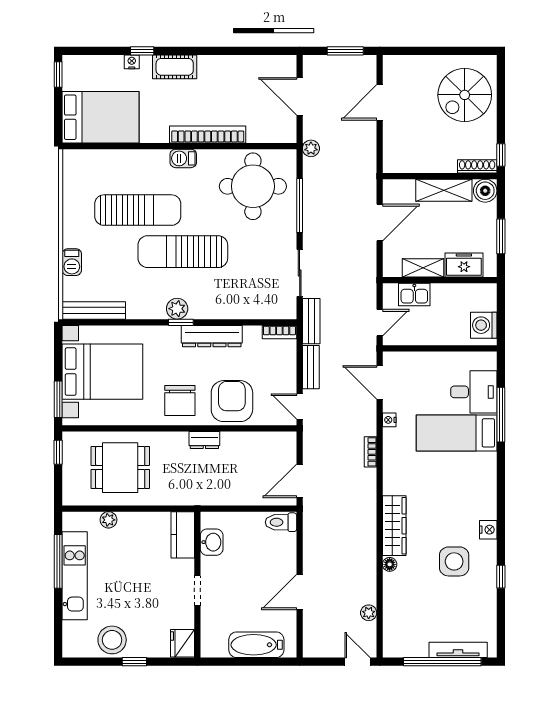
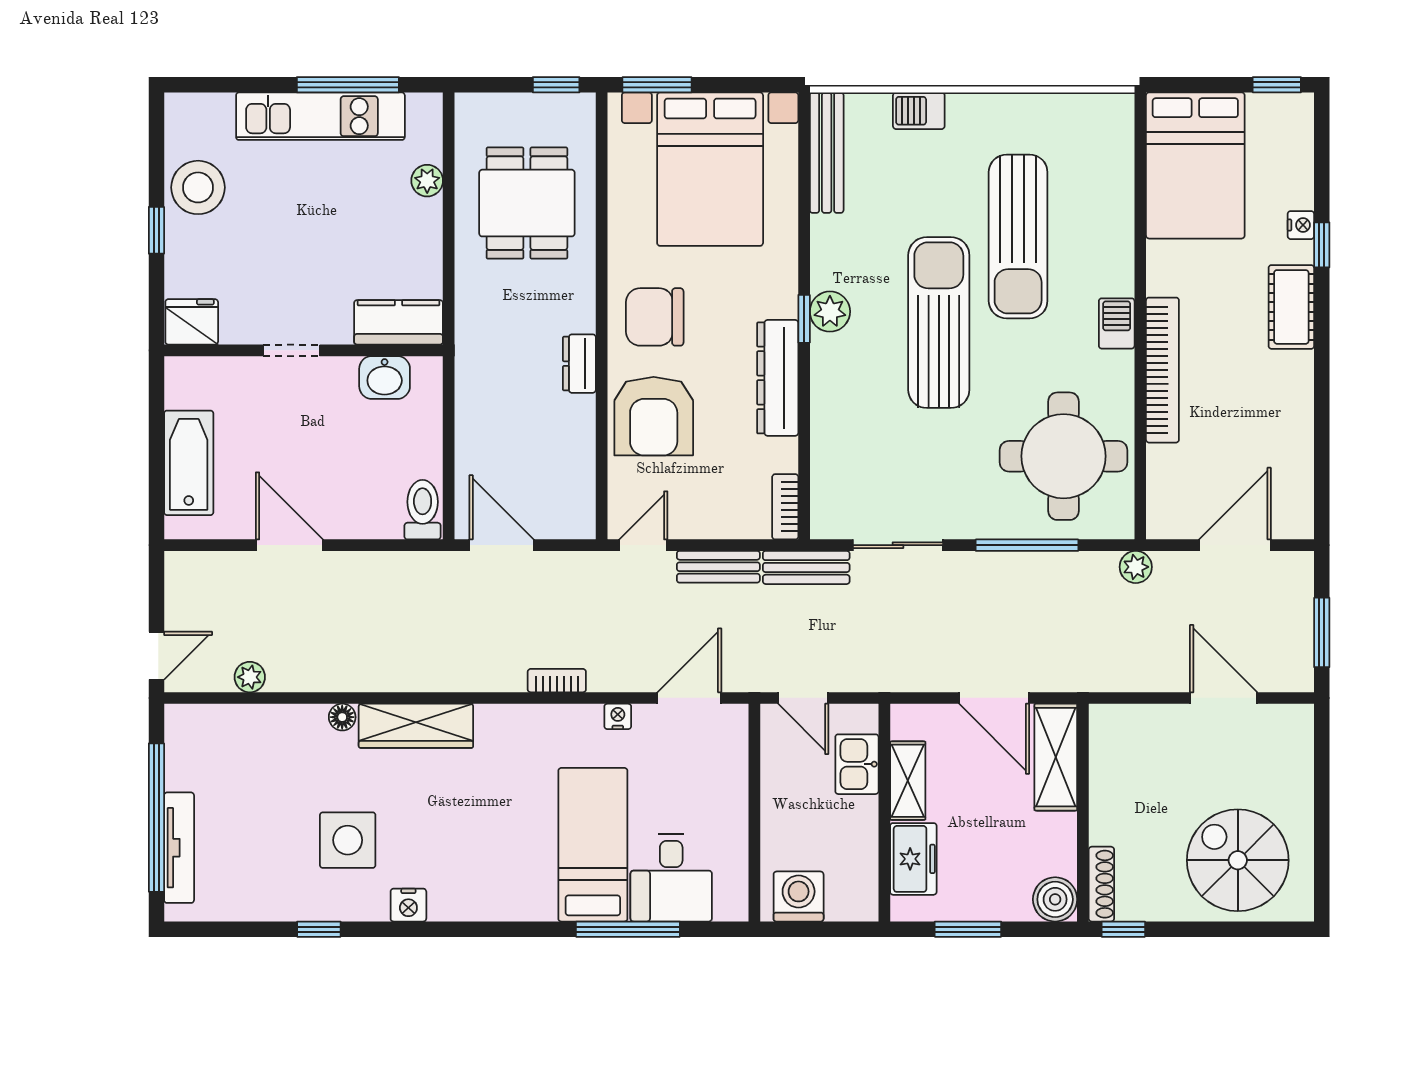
shelving: (444, 190) -> (1056, 757), moved
armchair: (232, 401) -> (654, 416), turned 90

